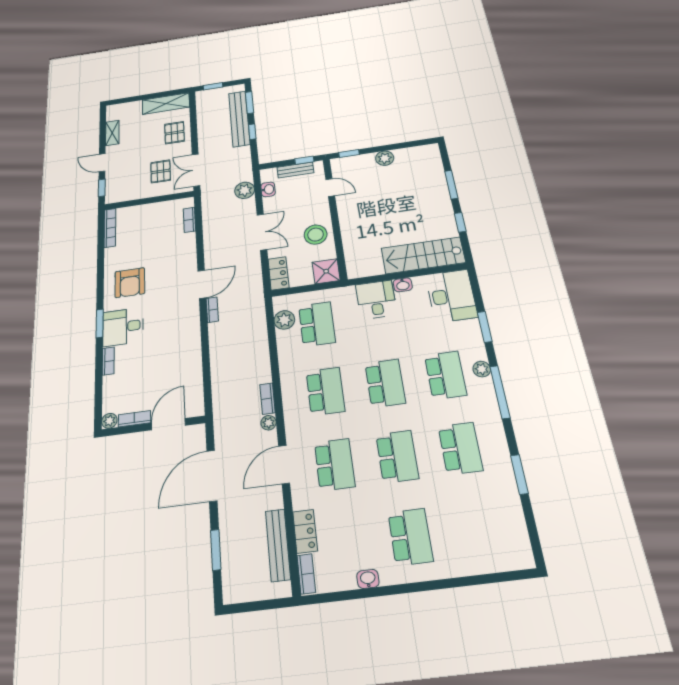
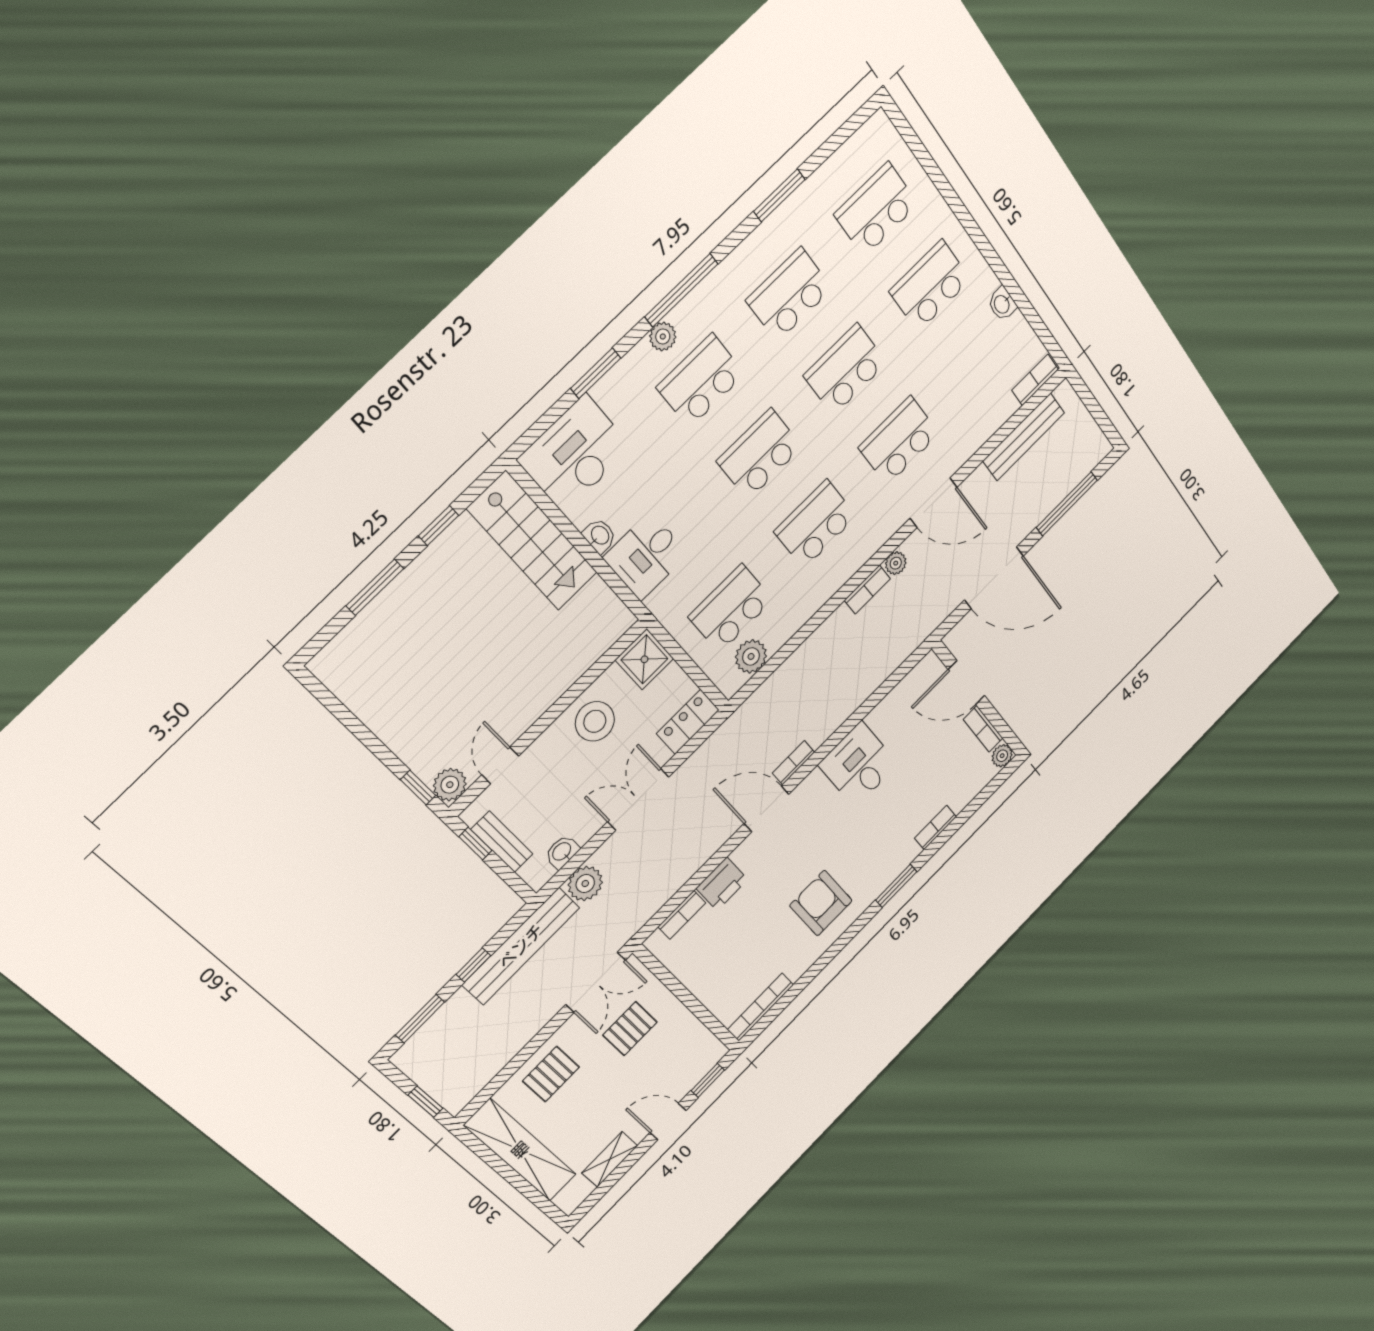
shelving: (166, 104) -> (520, 1150), width x1.47
bench: (239, 119) -> (521, 946), moved
plant: (385, 158) -> (450, 785), moved
door: (102, 163) -> (668, 1121), swing flipped
printer: (186, 244) -> (722, 884), added
armchair: (130, 283) -> (821, 903), turned -90
desk: (123, 327) -> (858, 765), moved, turned 180
school desk: (477, 529) -> (876, 209), added
locker: (305, 531) -> (993, 417), removed
window: (216, 550) -> (1067, 504), width x1.44

